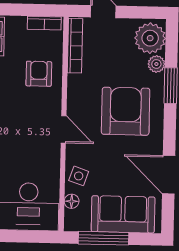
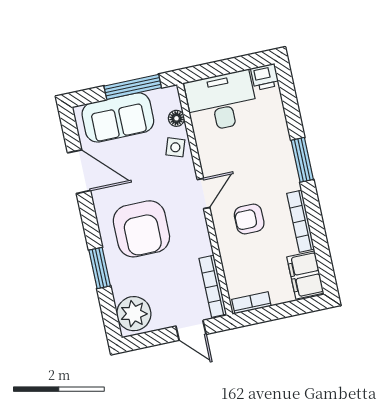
plant: (156, 64) -> (120, 288), removed
armchair: (39, 74) -> (249, 219), moved, turned 90
door: (64, 129) -> (204, 194), swing flipped

